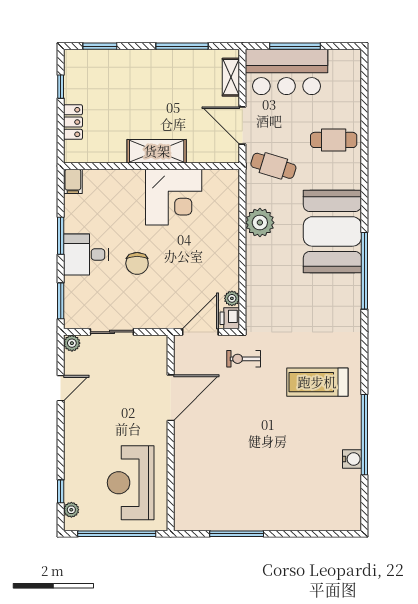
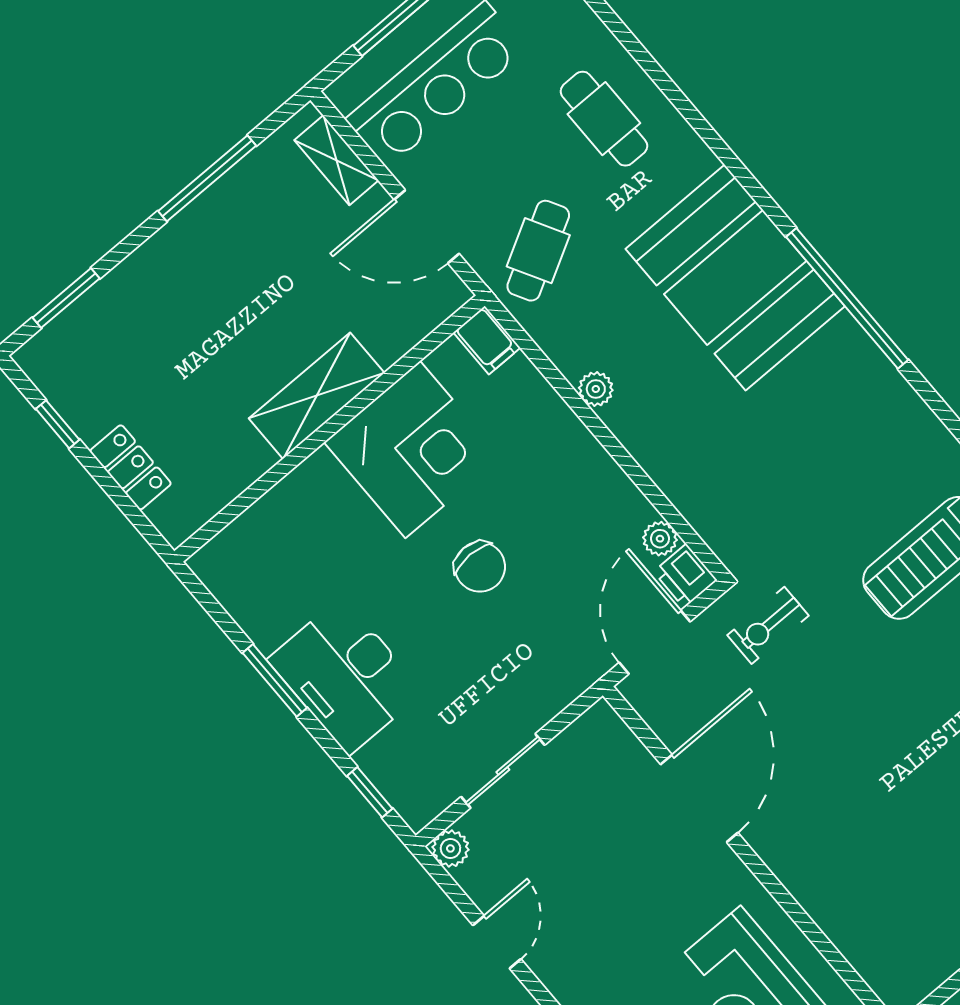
cafe table: (334, 140) -> (604, 119), turned 90
cafe table: (273, 166) -> (538, 251), turned -46
filing cabinet: (73, 181) -> (487, 340), moved
plant: (260, 223) -> (596, 389), width x0.53, depth x0.53
desk: (86, 254) -> (346, 676), width x1.37
chair: (137, 263) -> (480, 567), moved
window: (61, 301) -> (370, 792), width x0.67

